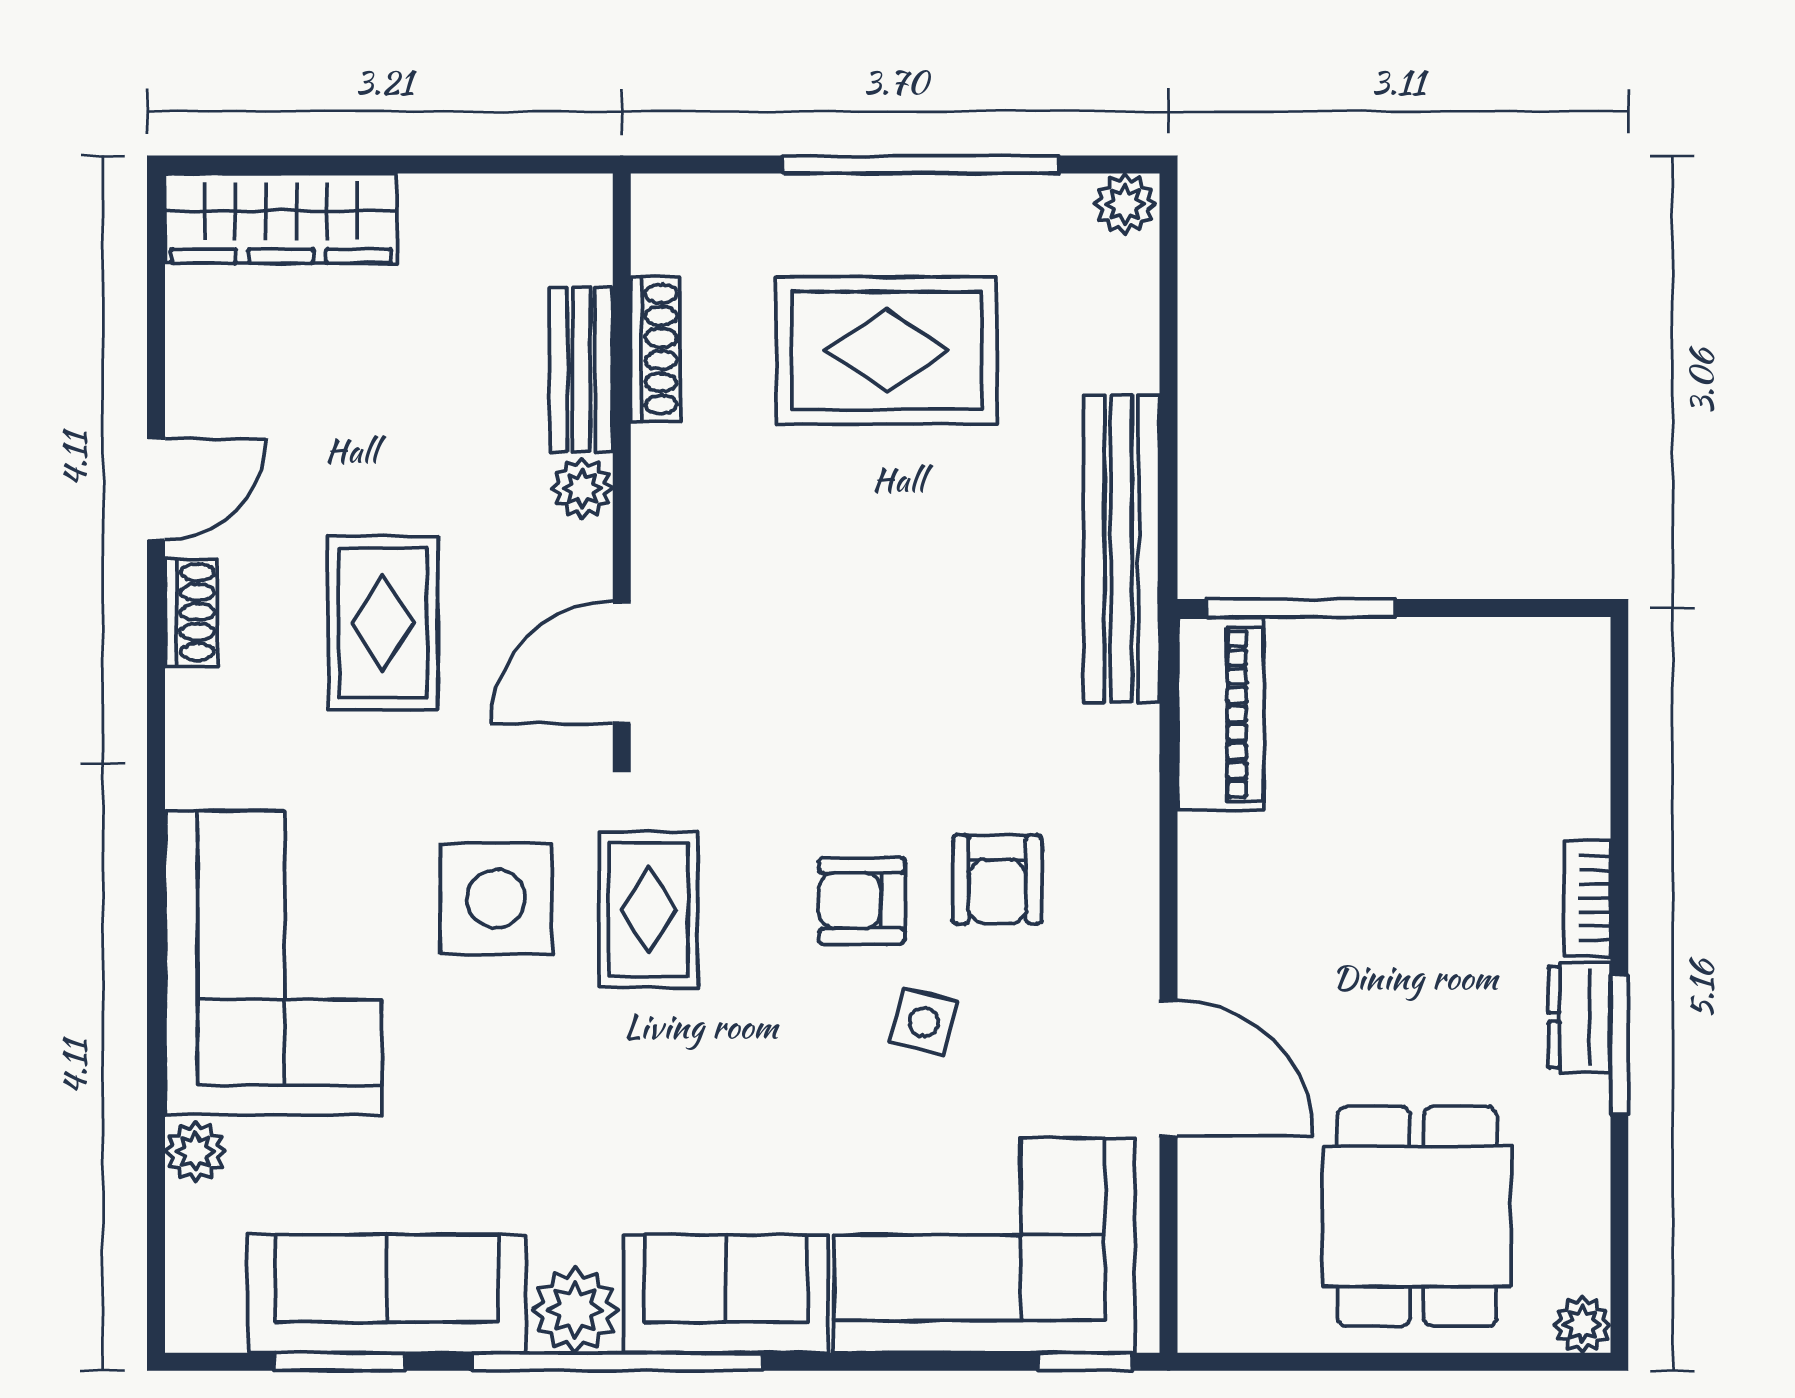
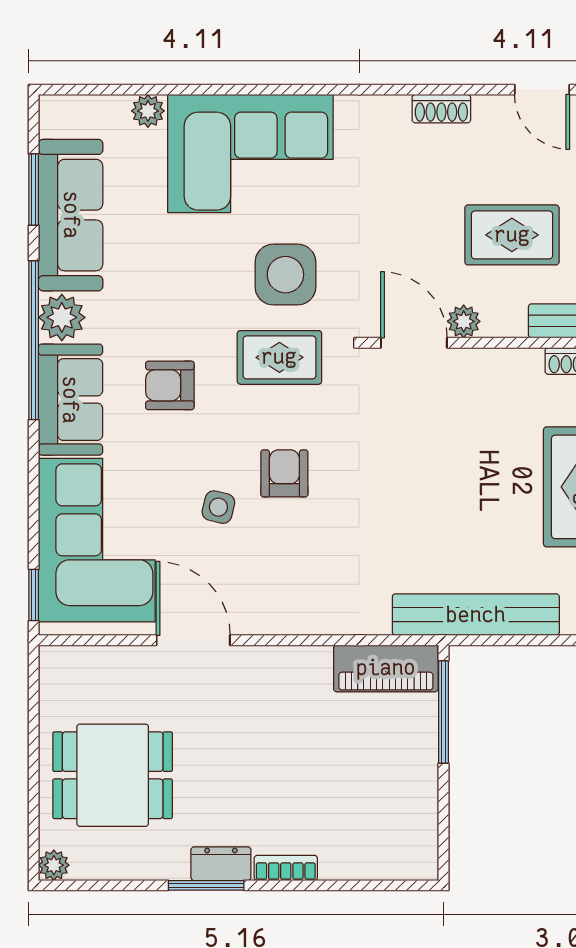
plant: (582, 488) -> (464, 321), moved
door: (156, 489) -> (542, 90), moved
rug: (383, 623) -> (512, 235), moved
armchair: (997, 879) -> (170, 385), moved
door: (1169, 1068) -> (193, 640), swing flipped

